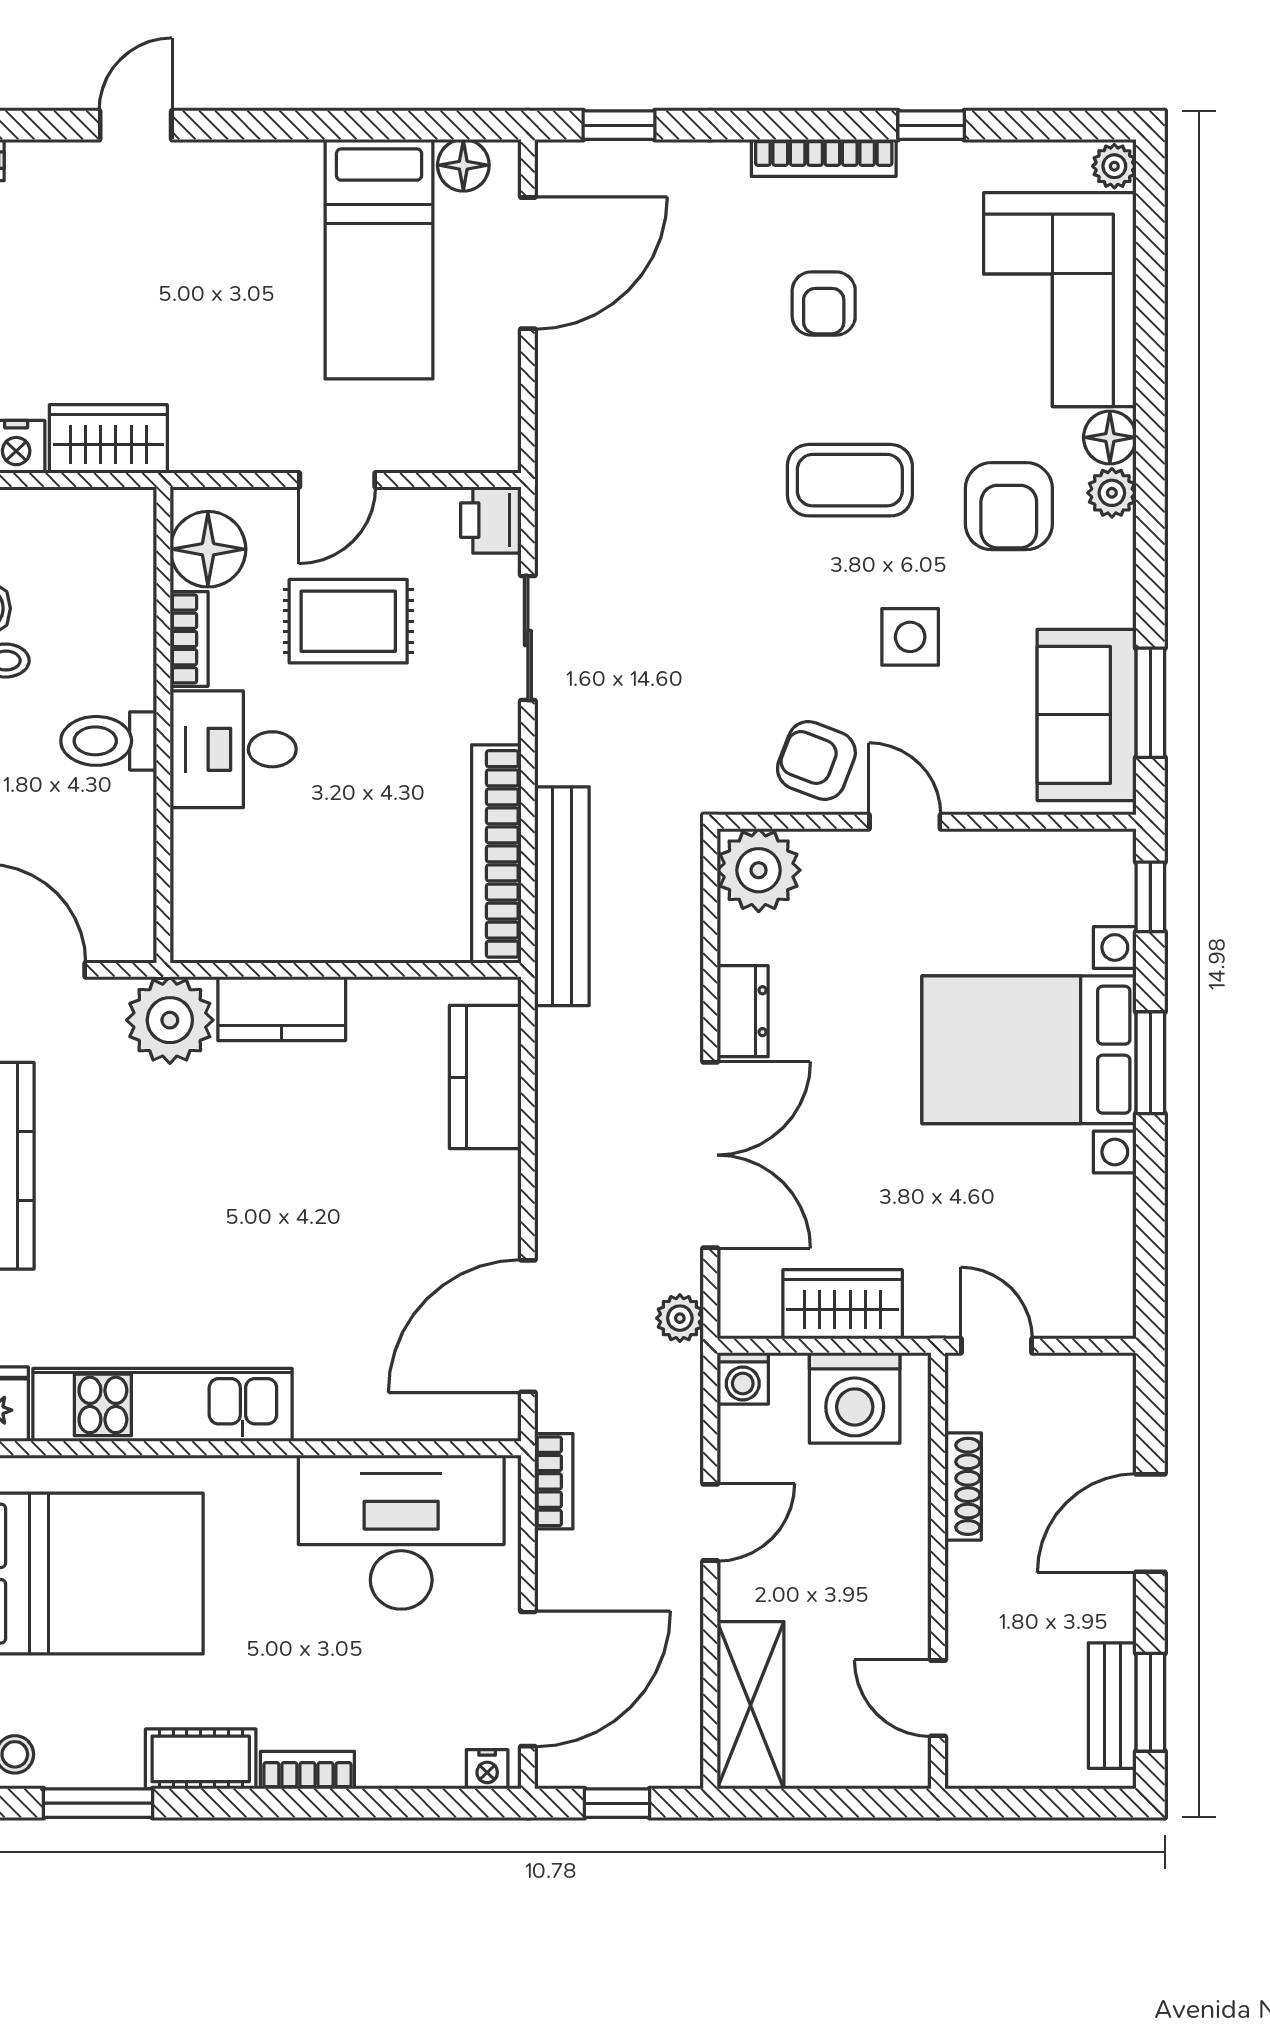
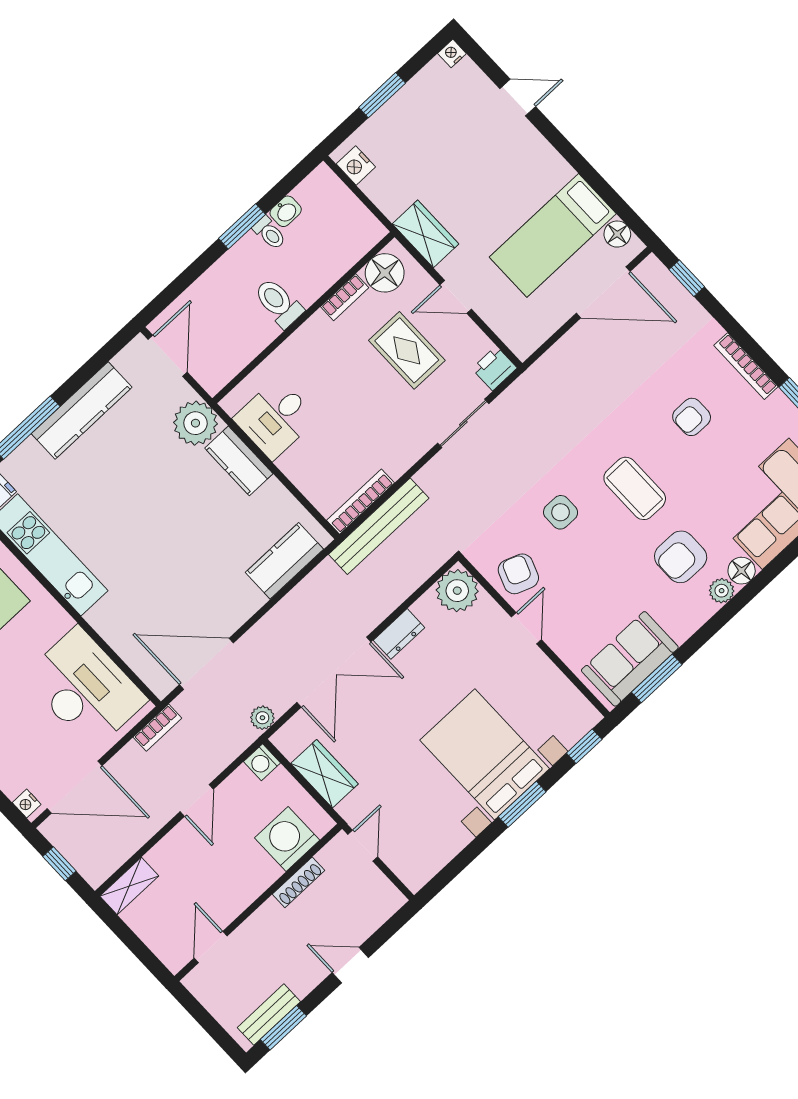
wardrobe: (108, 439) -> (425, 234), moved
side table: (910, 637) -> (561, 512), moved
desk: (233, 749) -> (275, 419), moved, turned -90
bookcase: (496, 854) -> (360, 502), width x0.68, depth x0.76
washing machine: (855, 1398) -> (287, 839), moved, turned 90
door: (710, 1522) -> (197, 800), hinge flipped
door: (1150, 1523) -> (350, 965), width x0.73
shelving: (750, 1705) -> (129, 886), width x0.67, depth x0.75

